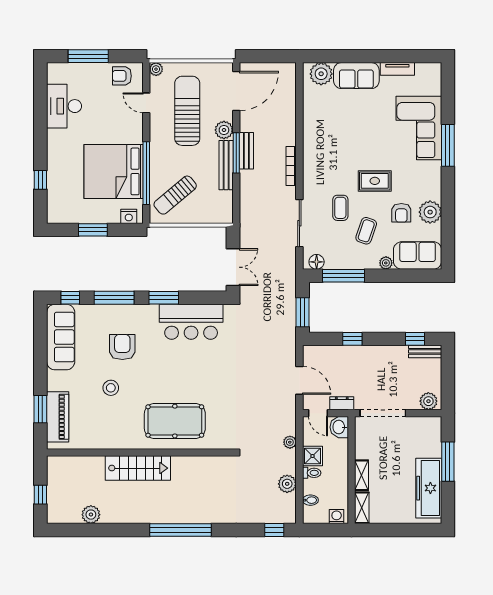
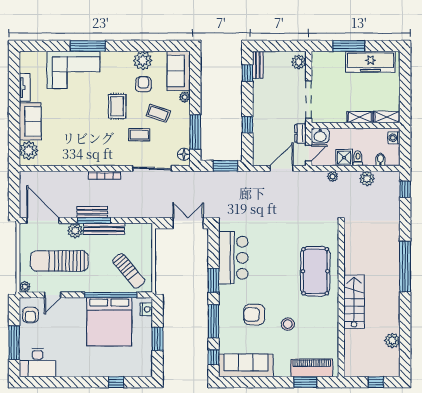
desk: (64, 106) -> (38, 363), moved
armchair: (401, 213) -> (143, 84), turned -90

